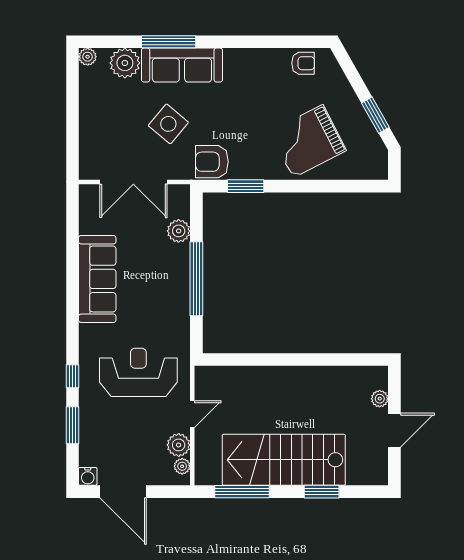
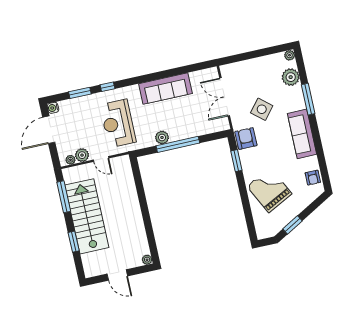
sofa: (182, 65) -> (302, 134), moved
plant: (179, 231) -> (162, 137), moved
reception desk: (138, 372) -> (118, 123), turned 180
plant: (380, 399) -> (147, 260), moved

